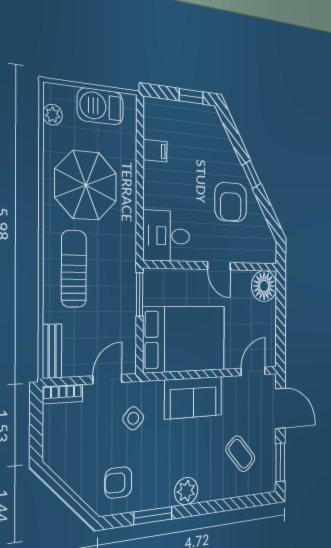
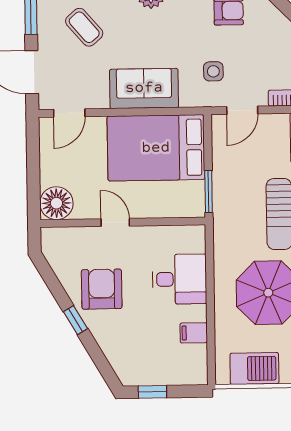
desk: (166, 236) -> (179, 279), moved
side table: (133, 418) -> (213, 71), turned 45

